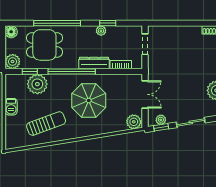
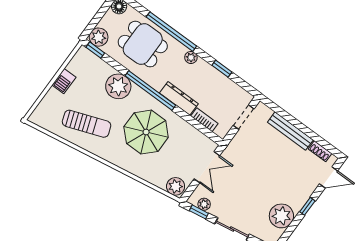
plant: (101, 31) -> (191, 57), moved
bench: (182, 31) -> (290, 131), added
window: (30, 72) -> (95, 50), moved
plant: (37, 84) -> (118, 86), moved

